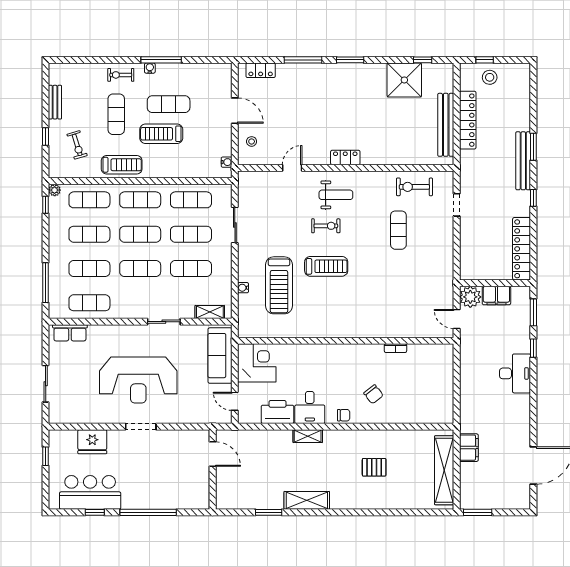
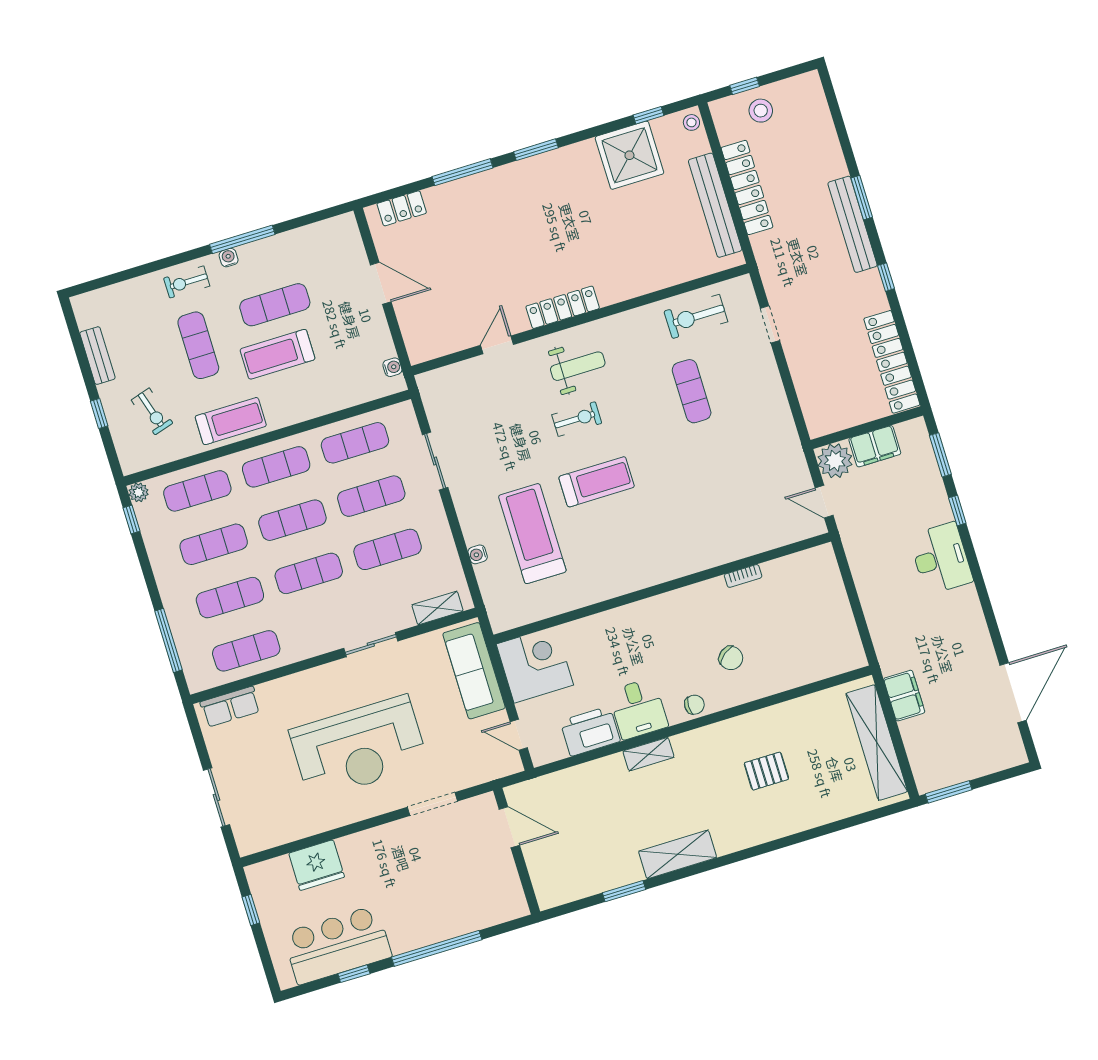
stool: (252, 141) -> (691, 122), moved
locker: (345, 157) -> (563, 307), width x1.53
treadmill: (279, 285) -> (532, 534), turned 180
doorway: (141, 427) -> (432, 804), moved

